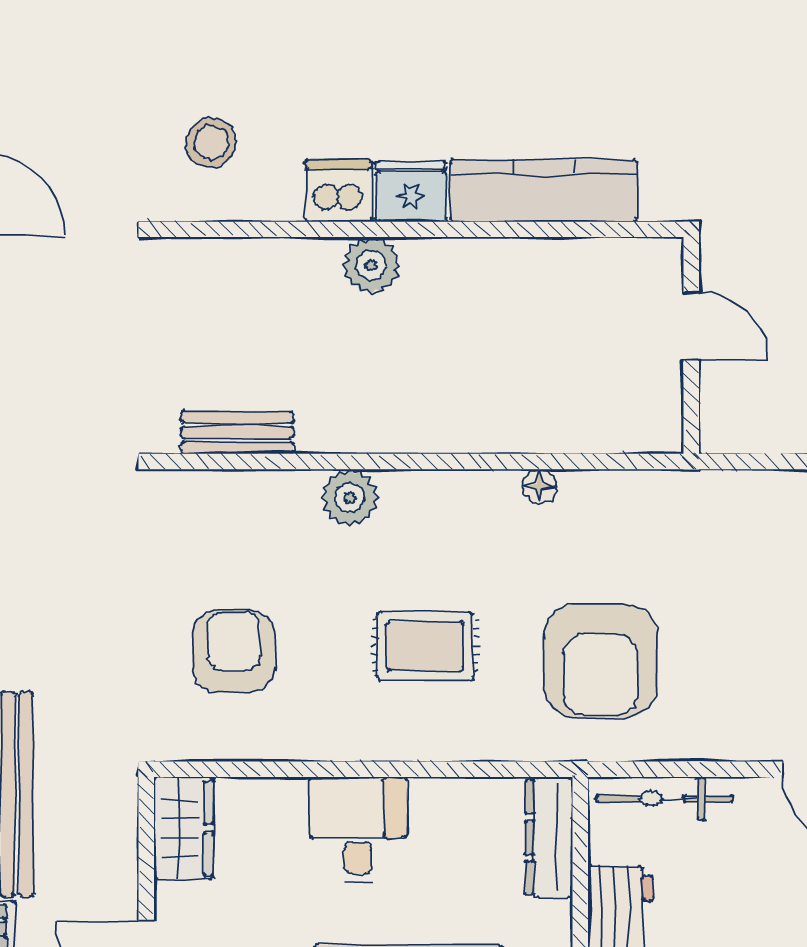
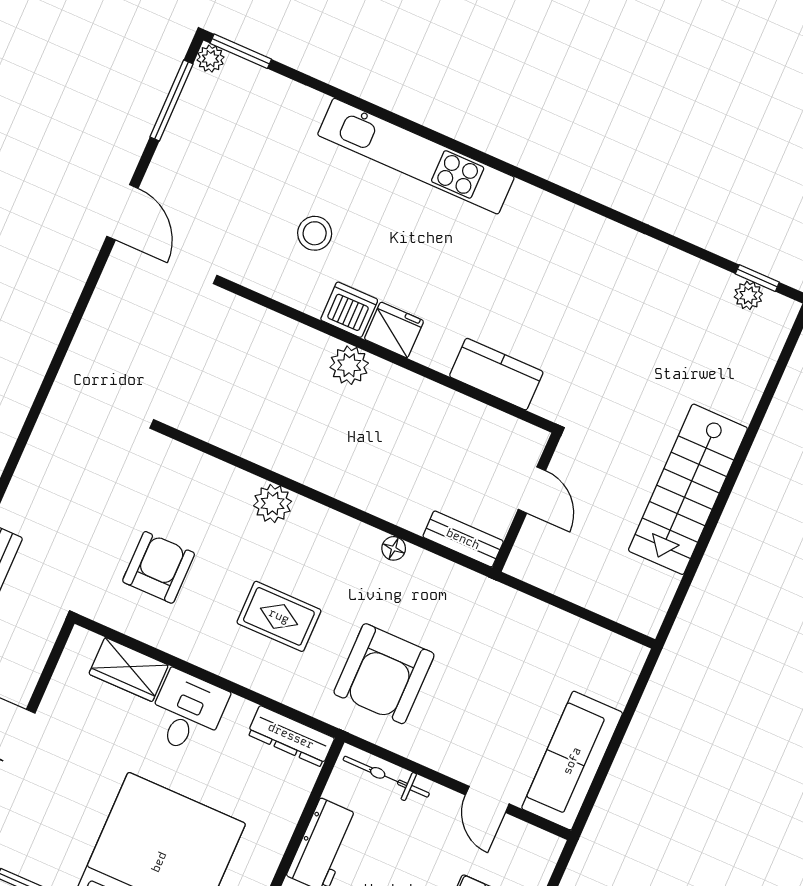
stool: (211, 143) -> (315, 233), moved
kitchen counter: (544, 191) -> (496, 374), width x0.67
bench: (237, 432) -> (463, 539), moved
wardrobe: (184, 828) -> (129, 670), moved, turned 90
dresser: (549, 837) -> (291, 736), moved, turned -90

